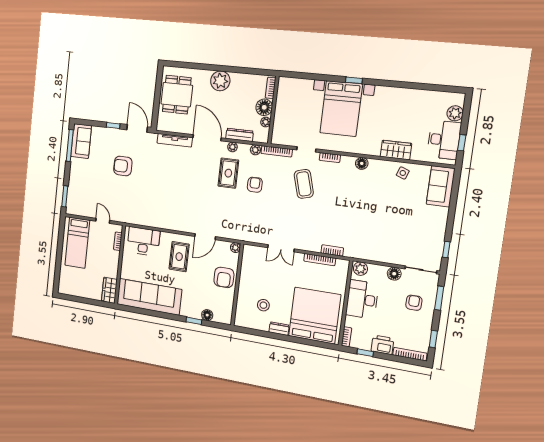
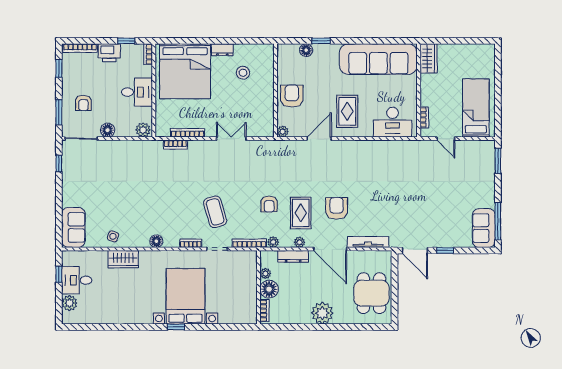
desk: (444, 140) -> (77, 280), width x0.73
armchair: (123, 166) -> (336, 208), moved, turned -90
desk: (362, 299) -> (137, 92), width x0.73

